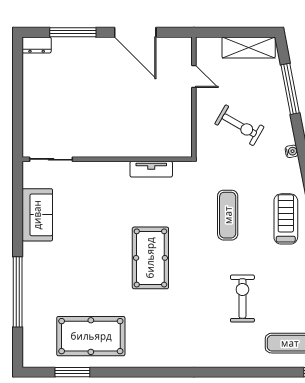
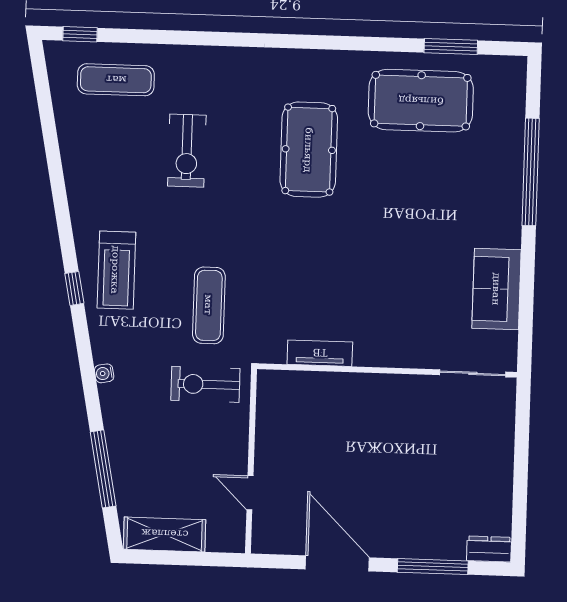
exercise bike: (239, 125) -> (205, 384), moved, turned -30
exercise mat: (228, 215) -> (209, 305), moved
pool table: (150, 258) -> (309, 150), moved

